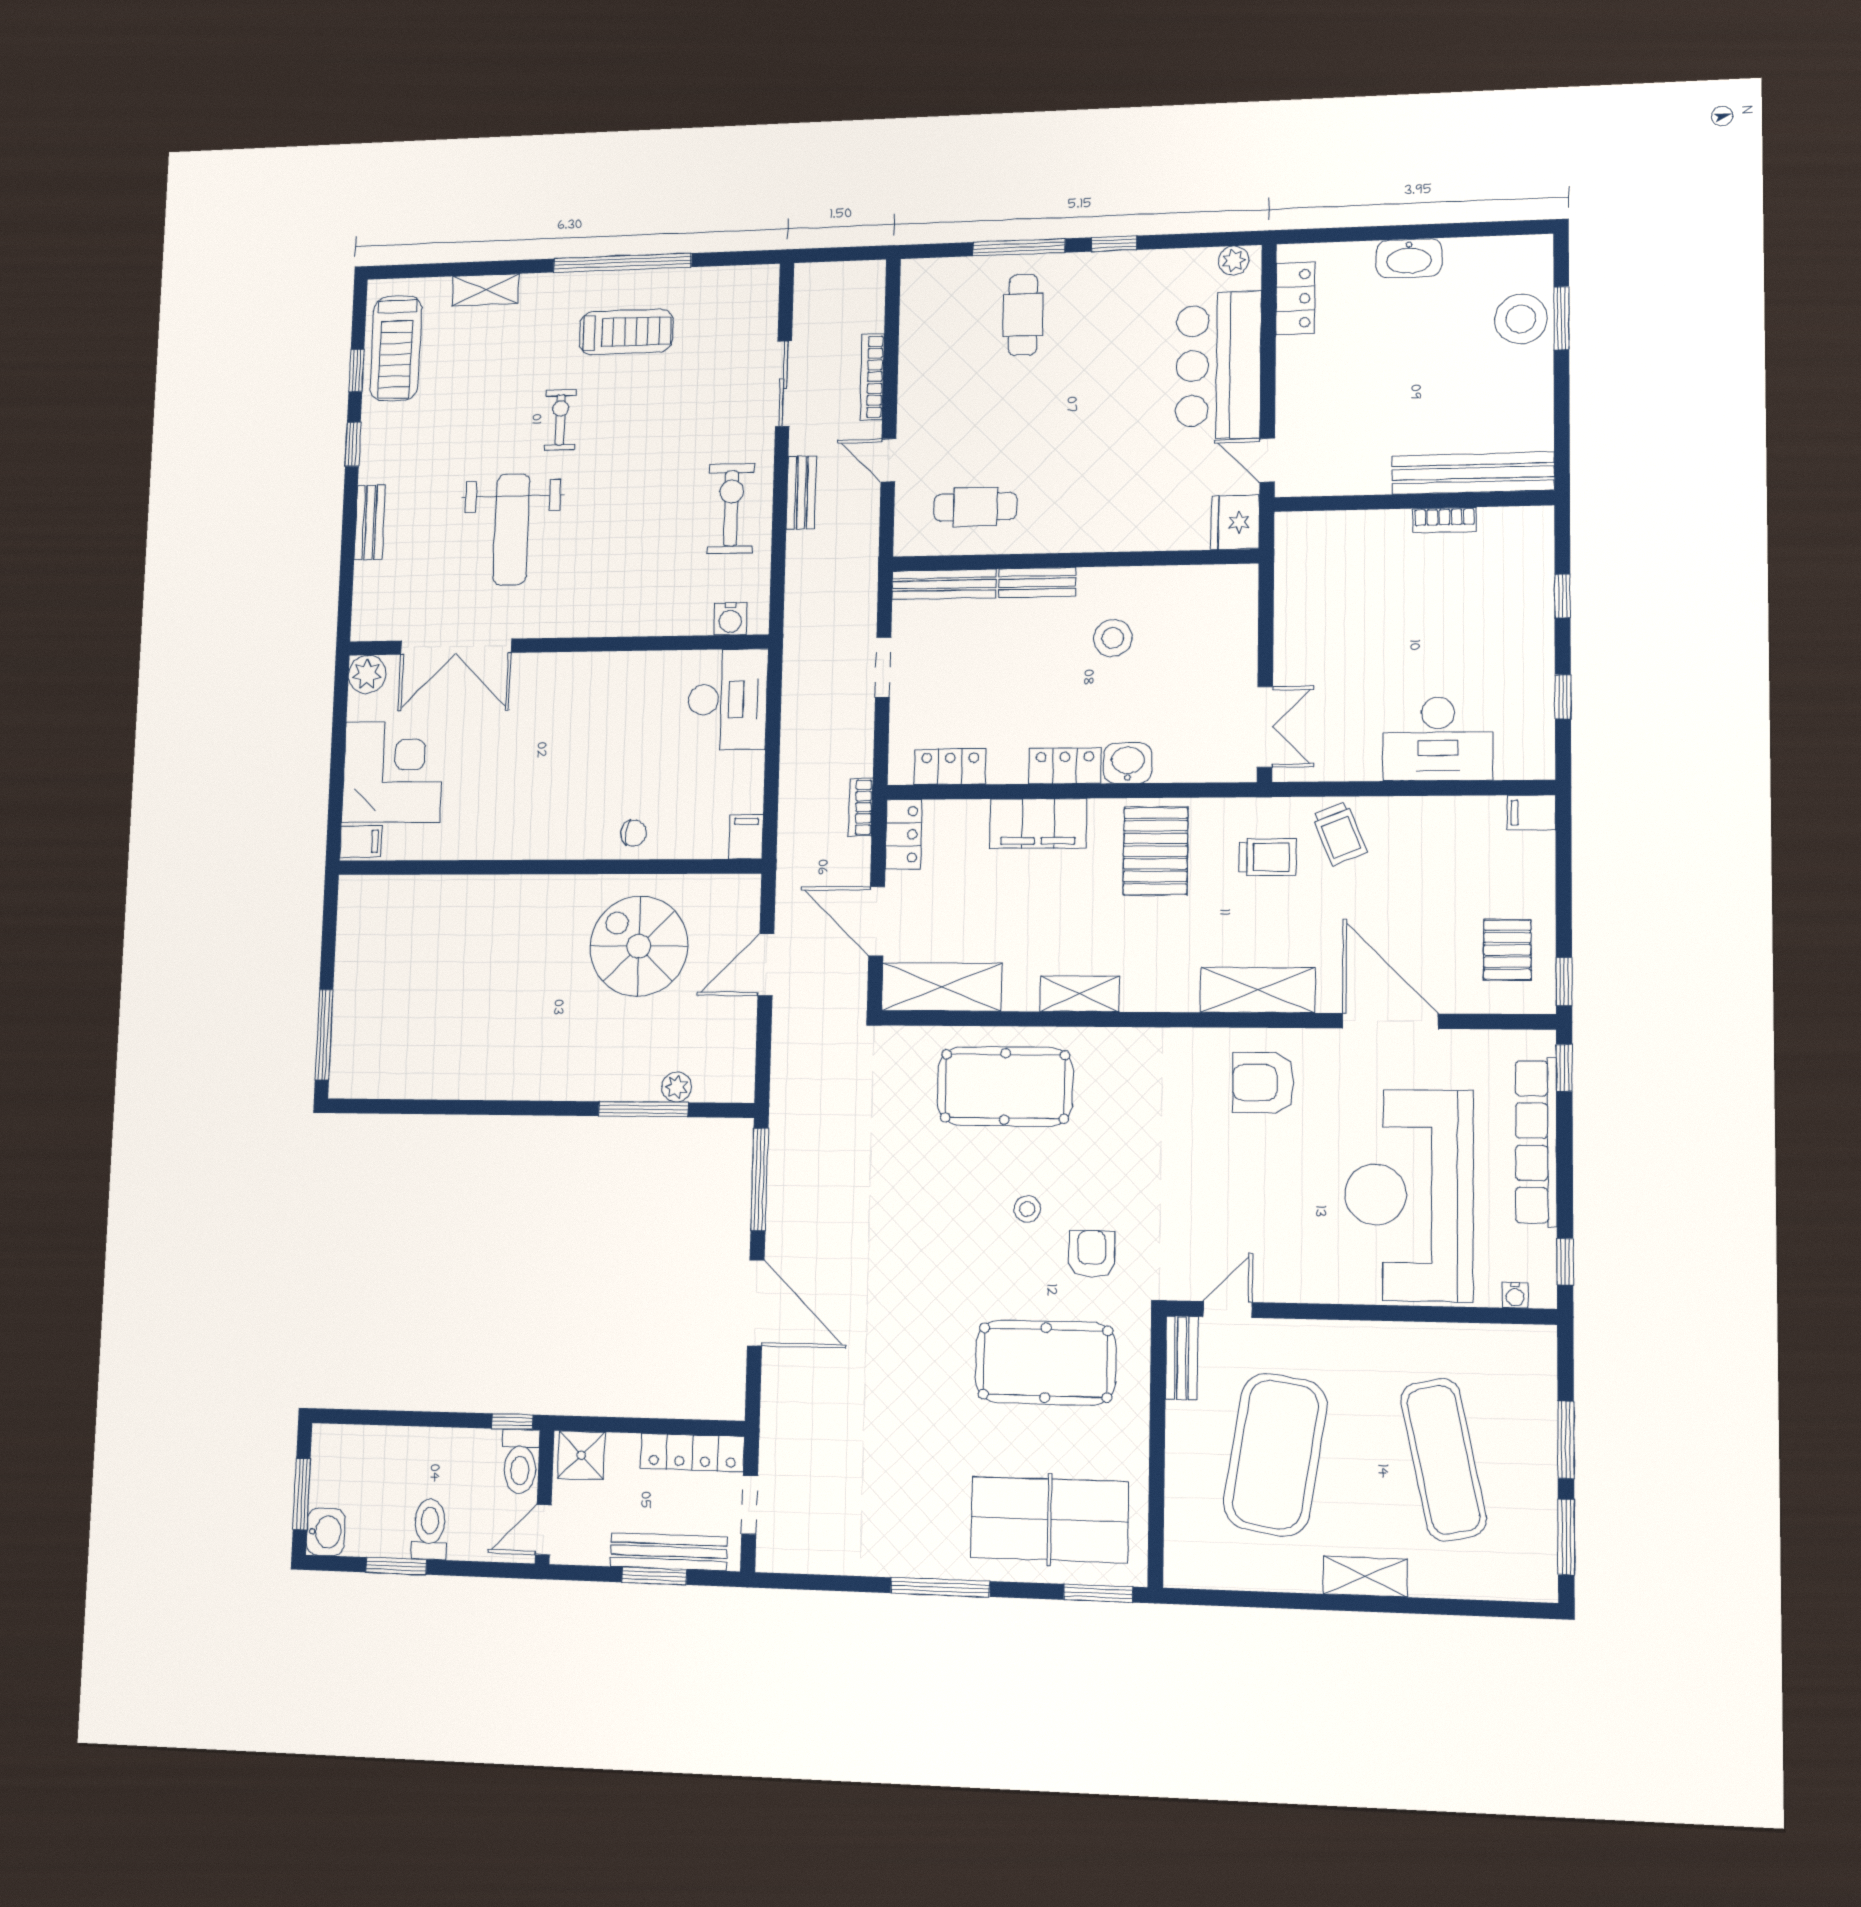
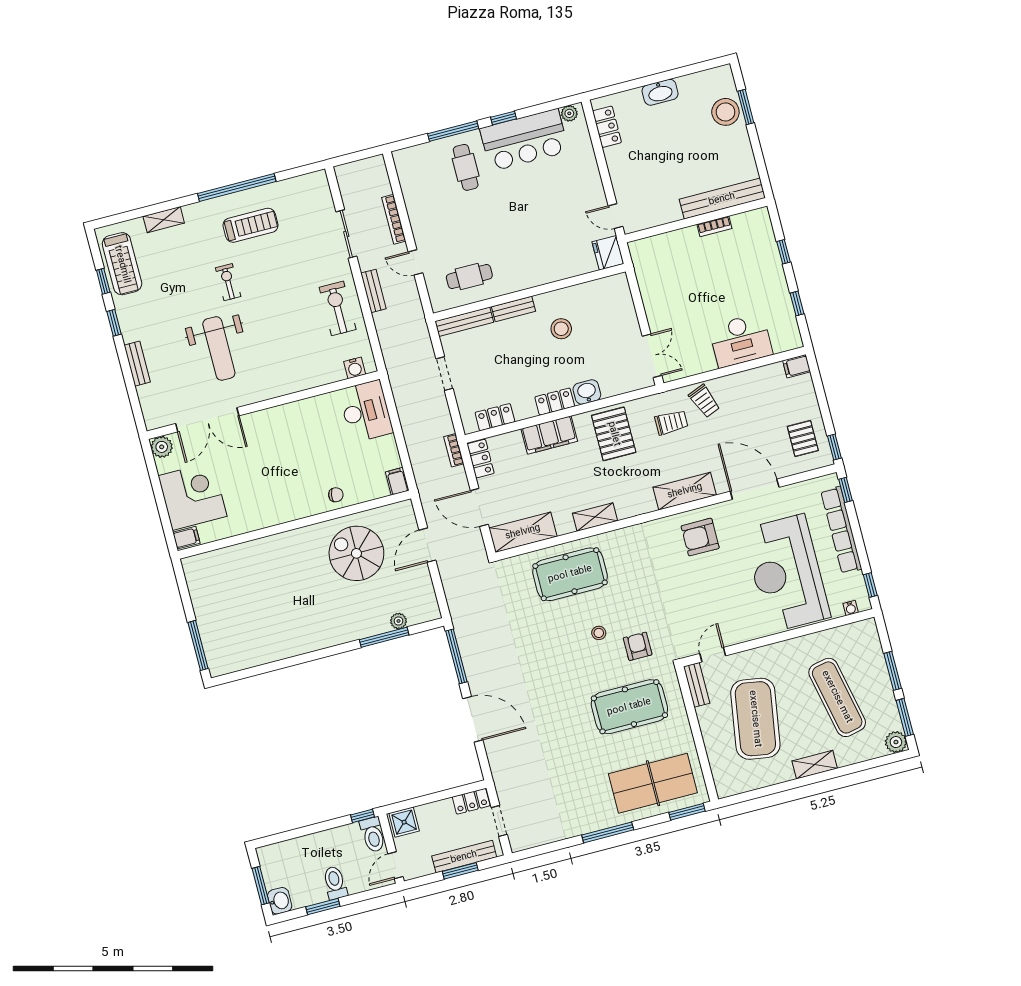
bar counter: (1218, 365) -> (524, 140), moved, turned -90
locker: (692, 1452) -> (471, 801), width x0.66
plant: (1536, 1580) -> (896, 742), added

